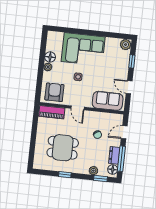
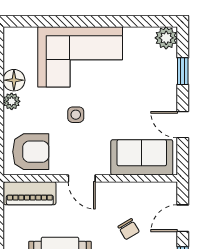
armchair: (54, 92) -> (31, 152), turned 90

